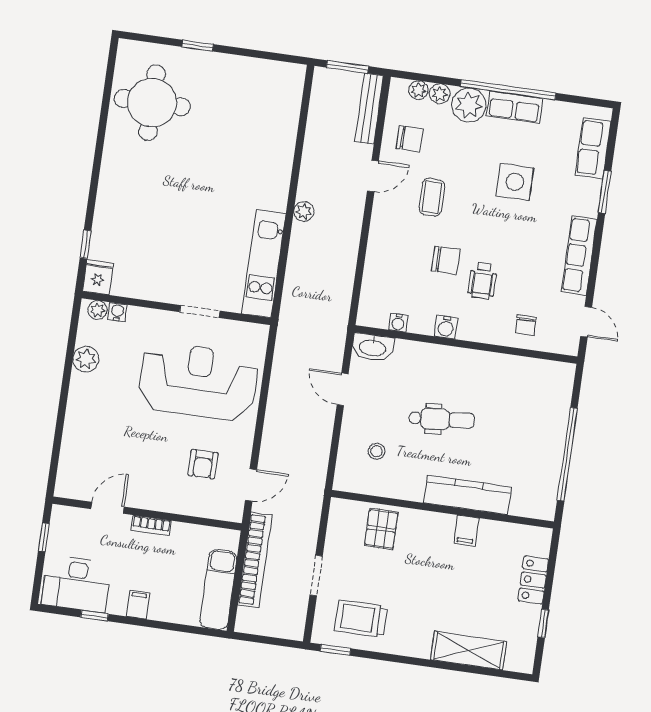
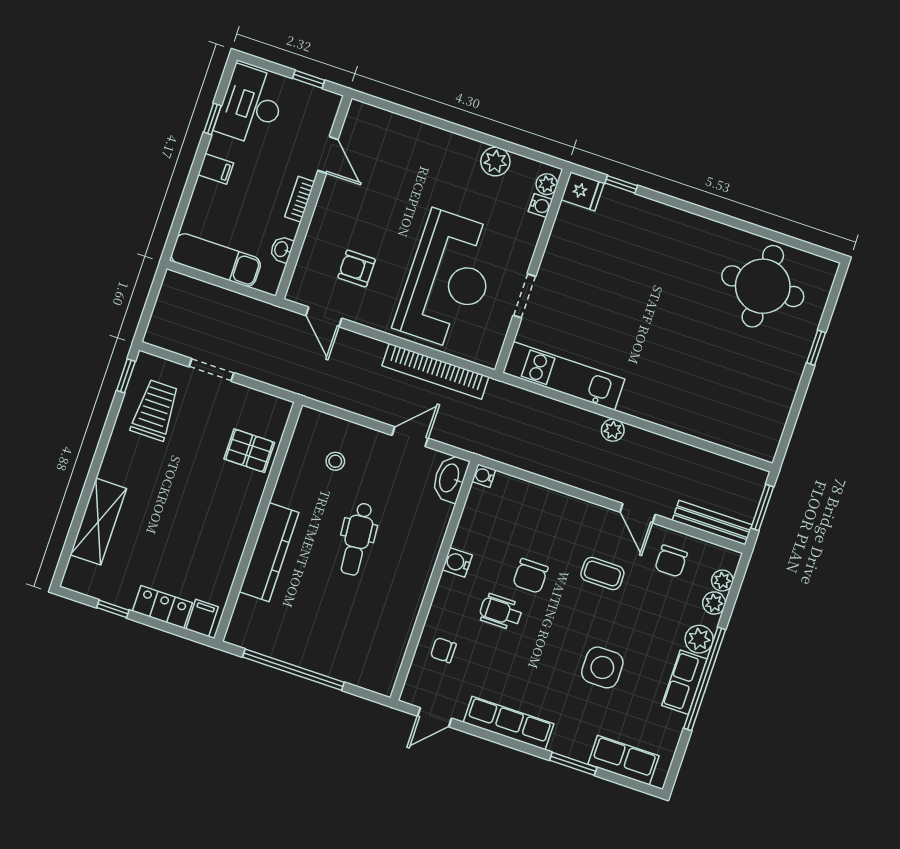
plant: (469, 105) -> (699, 639), width x0.73, depth x0.73
water cooler: (398, 323) -> (484, 476), moved
filing cabinet: (466, 531) -> (202, 618), moved, turned 90
washbasin: (198, 533) -> (282, 249), added
bookcase: (255, 560) -> (435, 371), moved

